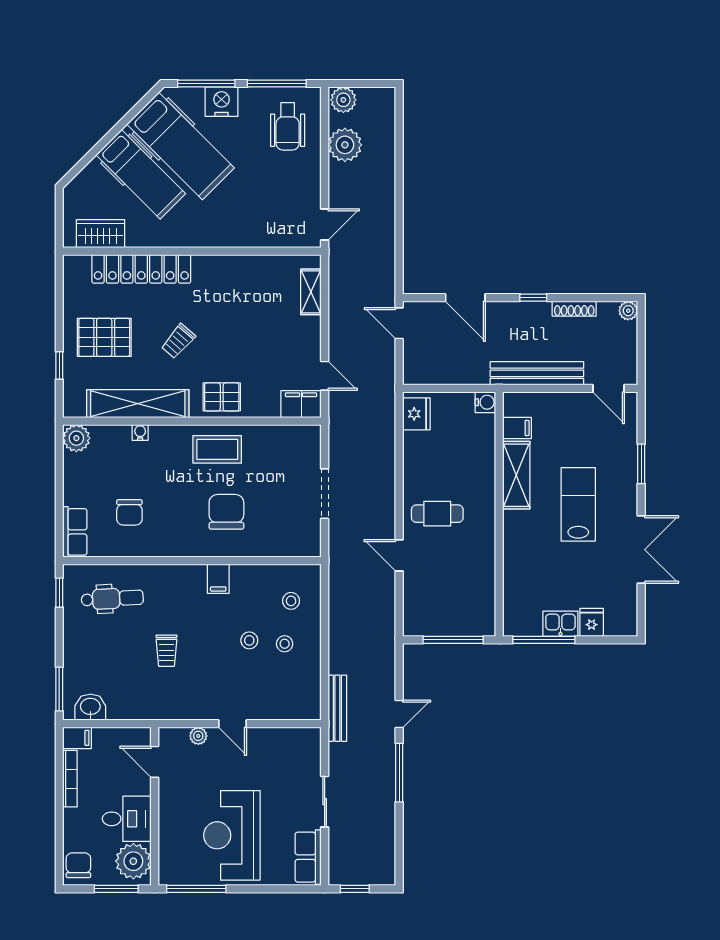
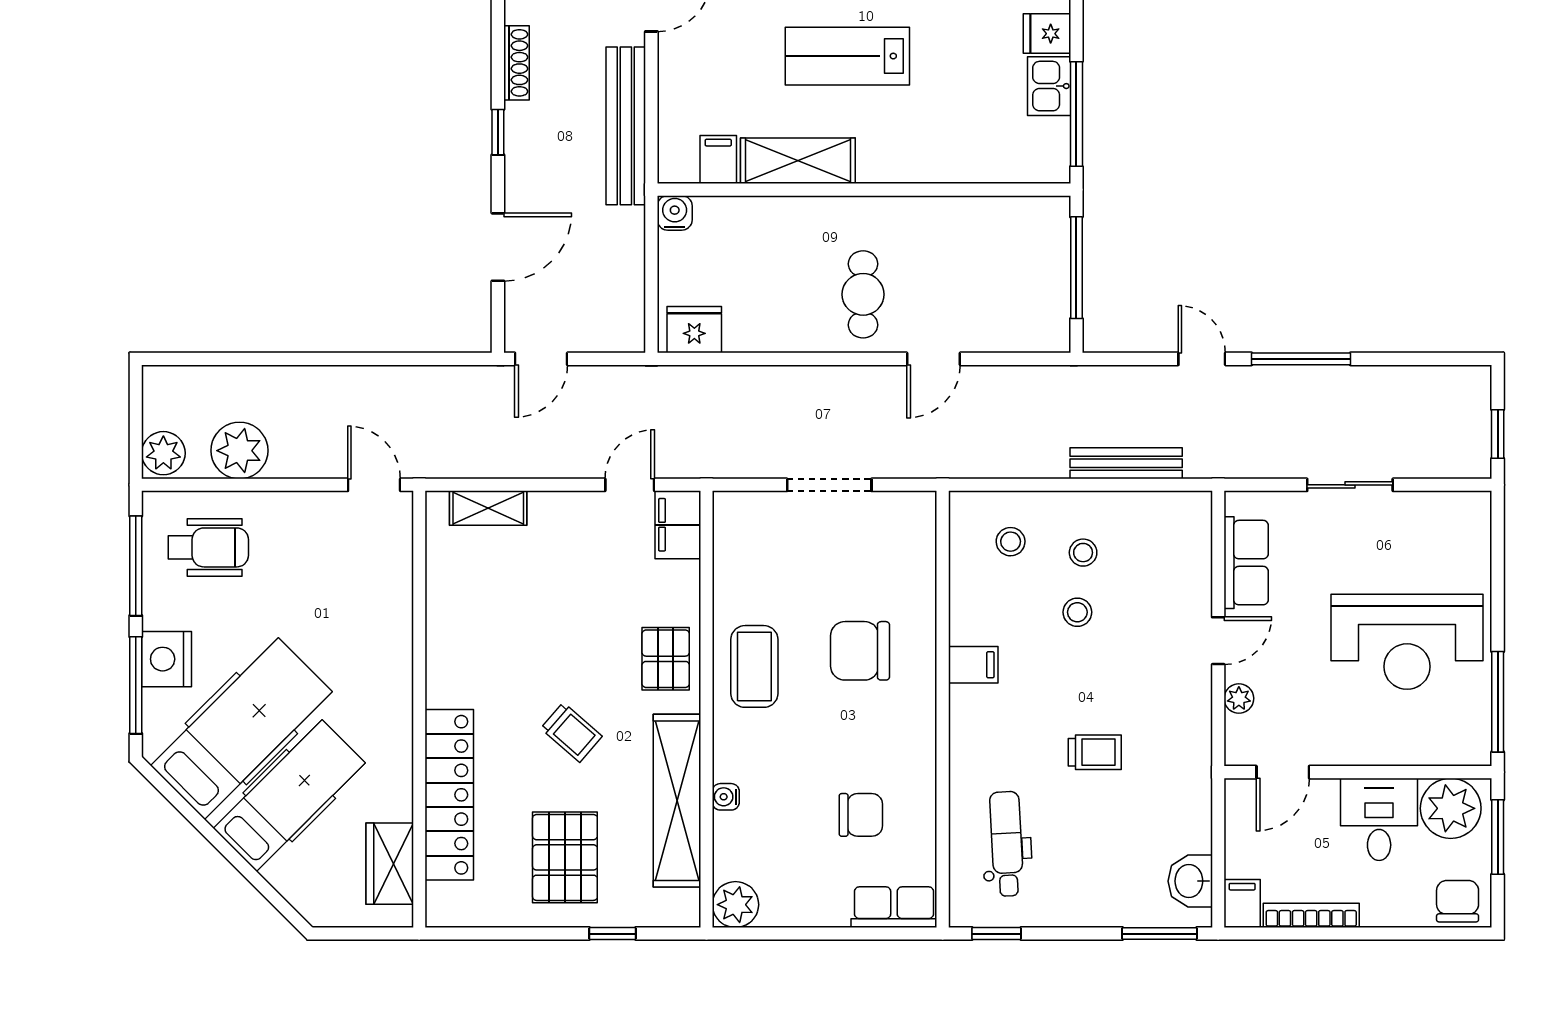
bench: (337, 708) -> (1126, 463), moved
row of seats: (308, 857) -> (1246, 563), moved, turned -90
chair: (78, 865) -> (1458, 901), turned 90

